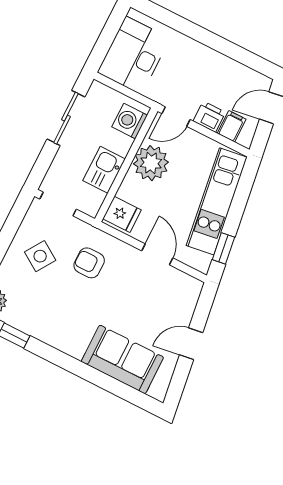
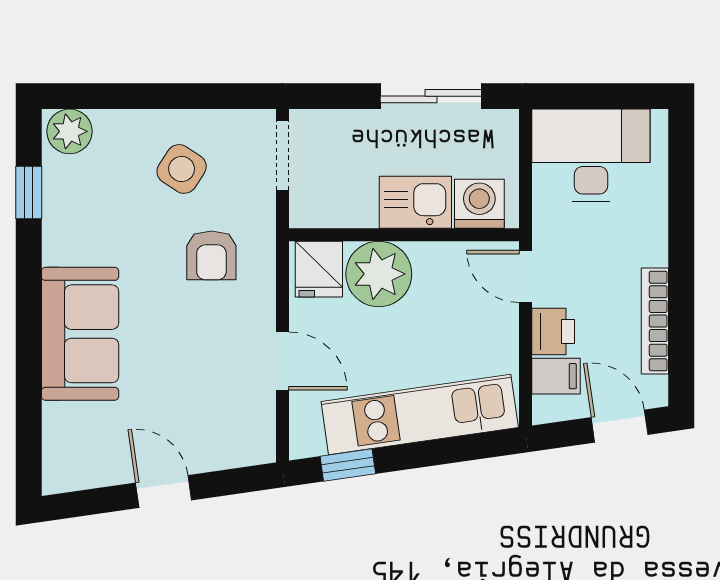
bookcase: (229, 65) -> (655, 321), added
plant: (151, 163) -> (379, 274), moved
kitchen sink: (104, 170) -> (415, 202), moved
door: (157, 254) -> (282, 361), hinge flipped
armchair: (89, 263) -> (211, 255), turned 180
sofa: (122, 359) -> (80, 334), moved

